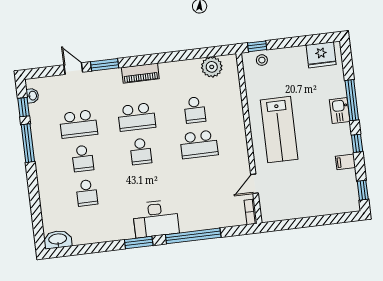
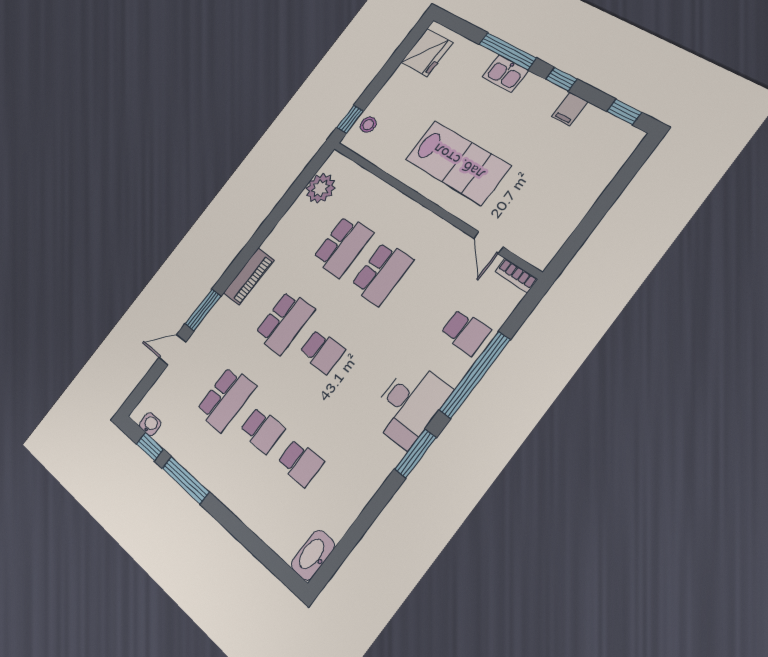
school desk: (195, 110) -> (343, 246), width x1.85
school desk: (207, 213) -> (466, 332), added

